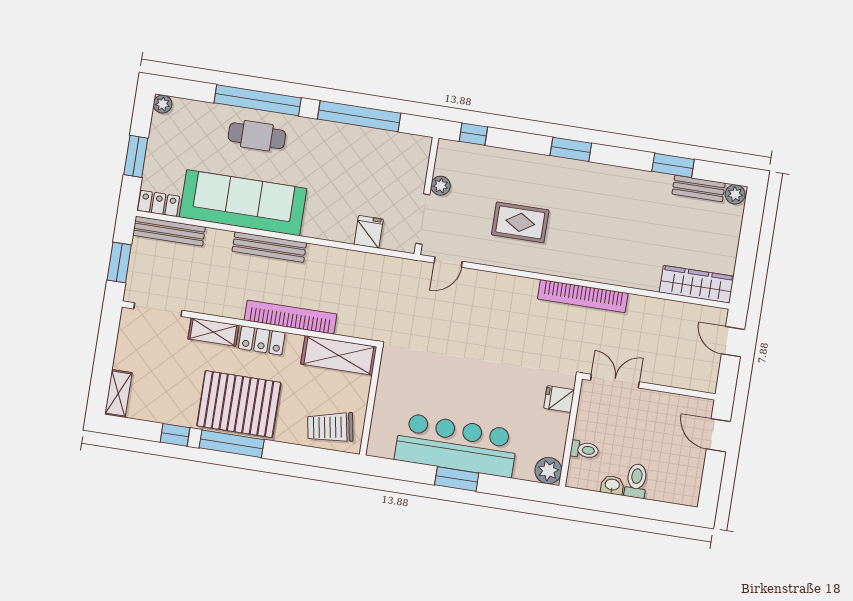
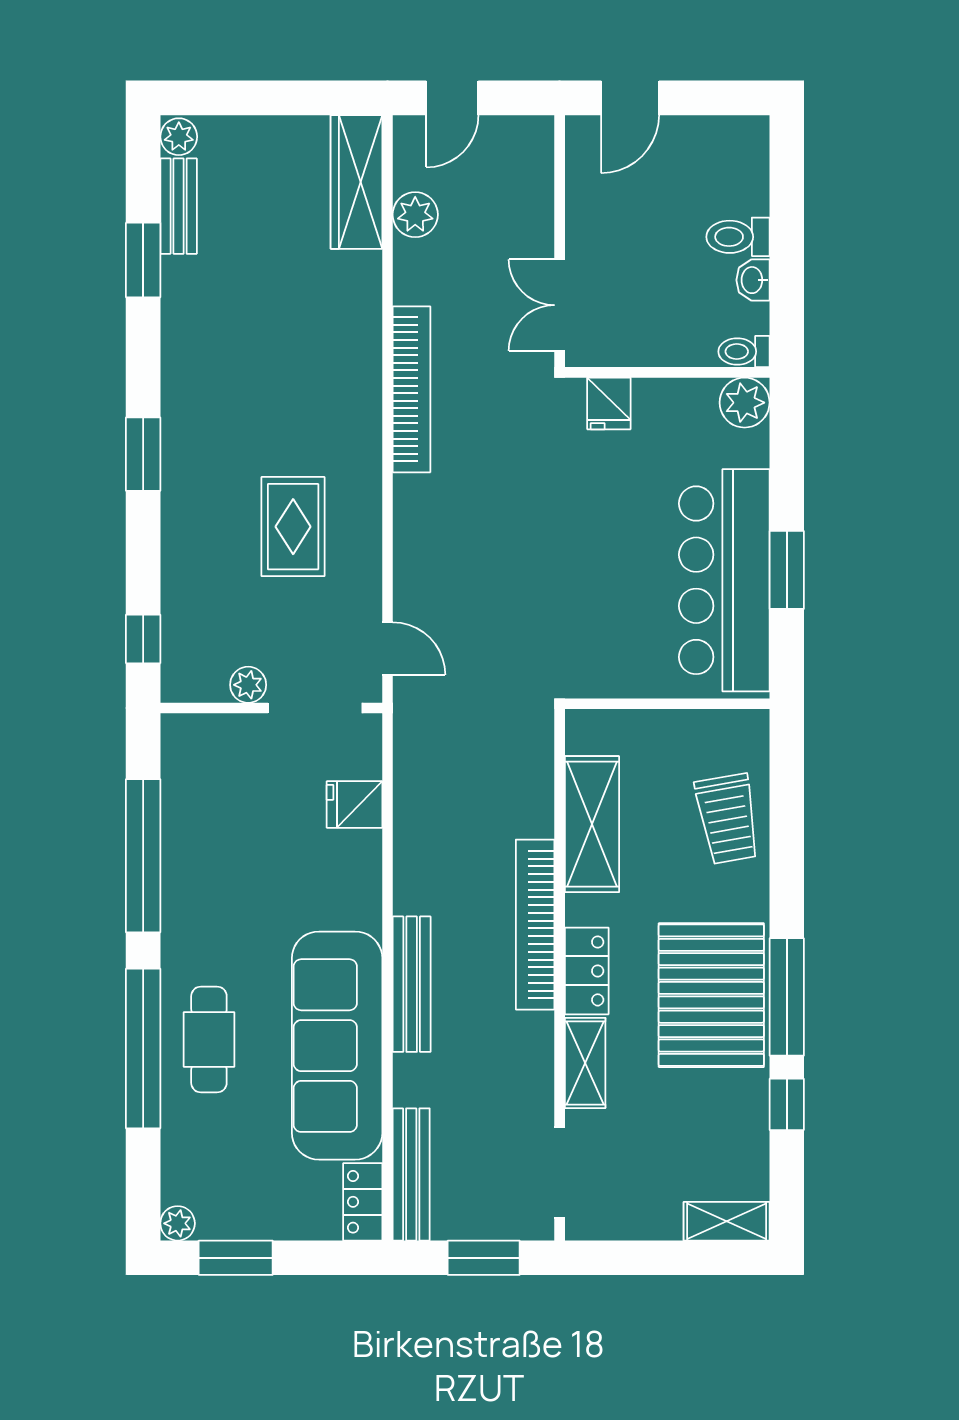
window: (136, 156) -> (236, 1258), moved
plant: (675, 313) -> (415, 215), added
wall: (371, 401) -> (667, 704), moved
toilet: (584, 450) -> (744, 352), moved, turned -90

